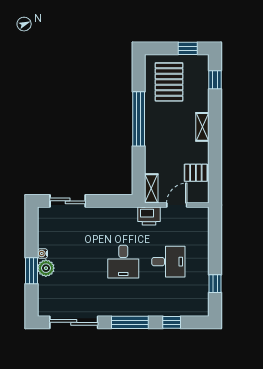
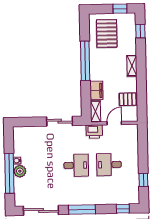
filing cabinet: (153, 160) -> (96, 90), added
sliding door: (68, 201) -> (60, 121), moved
desk: (123, 262) -> (76, 165), turned -90
desk: (168, 262) -> (109, 165), turned 180
window: (31, 271) -> (9, 173), width x2.11
window: (172, 322) -> (123, 209), moved

